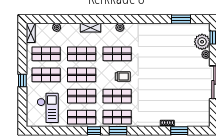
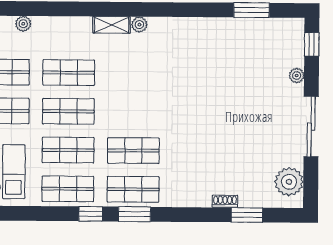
shelving: (91, 28) -> (112, 25), moved
plant: (202, 42) -> (289, 182), moved
shop shelf: (117, 54) -> (134, 73), removed
trolley: (123, 76) -> (144, 115), removed

